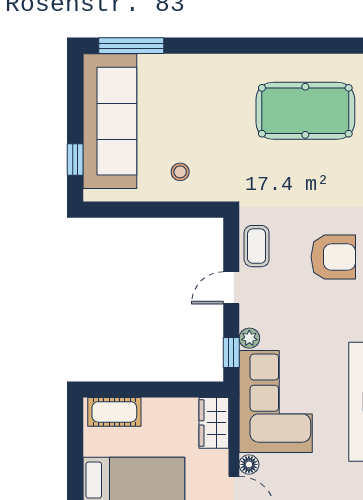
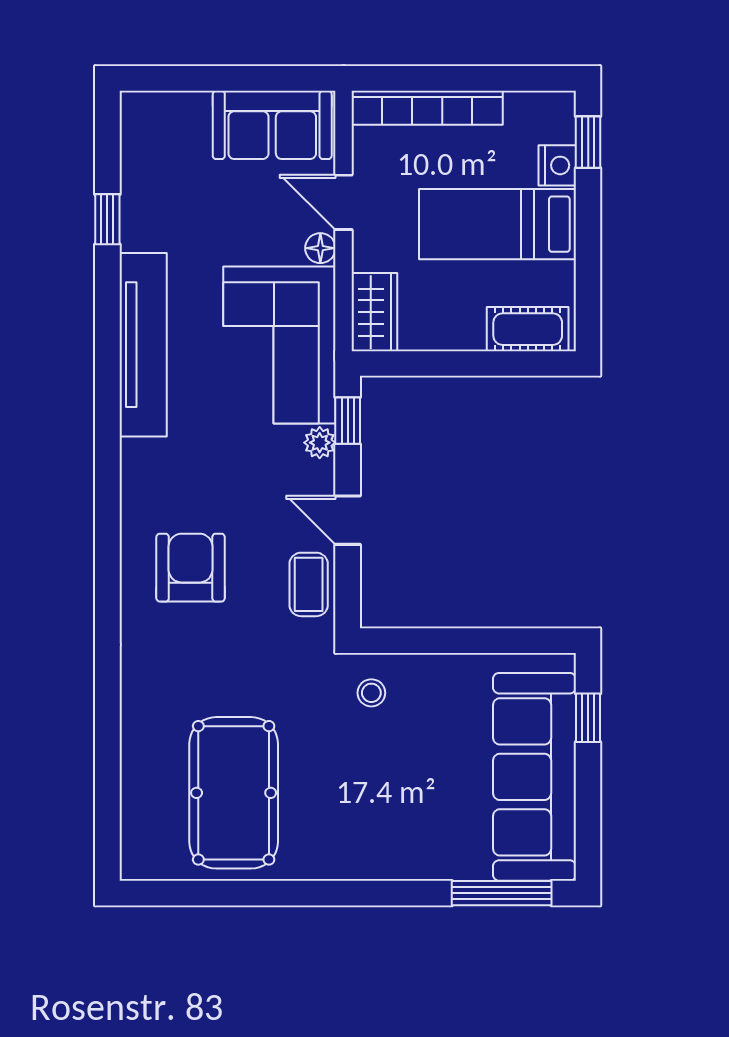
pool table: (305, 111) -> (234, 793), turned 90
stool: (180, 172) -> (371, 693), moved
armchair: (333, 257) -> (191, 568), turned 90
door: (231, 288) -> (348, 520), swing flipped

